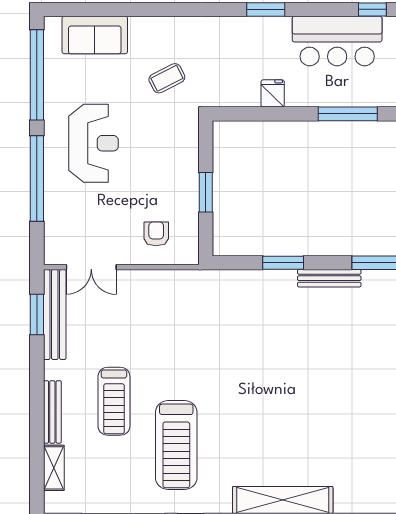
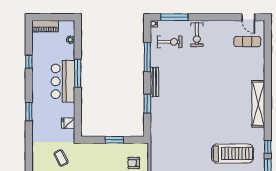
bar counter: (337, 41) -> (63, 81), moved, turned 180
fridge: (273, 93) -> (68, 123), moved

